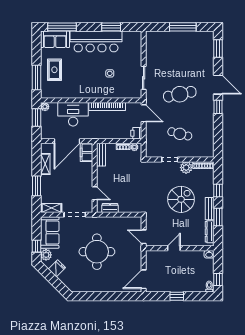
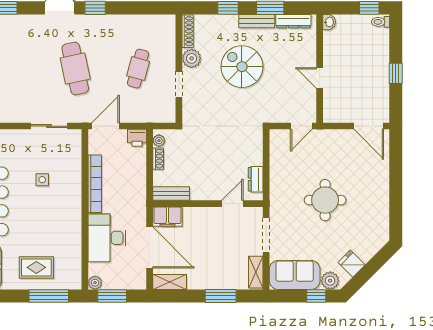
shelving: (45, 164) -> (170, 282), moved
round table: (97, 252) -> (325, 200), width x0.73, depth x0.73

